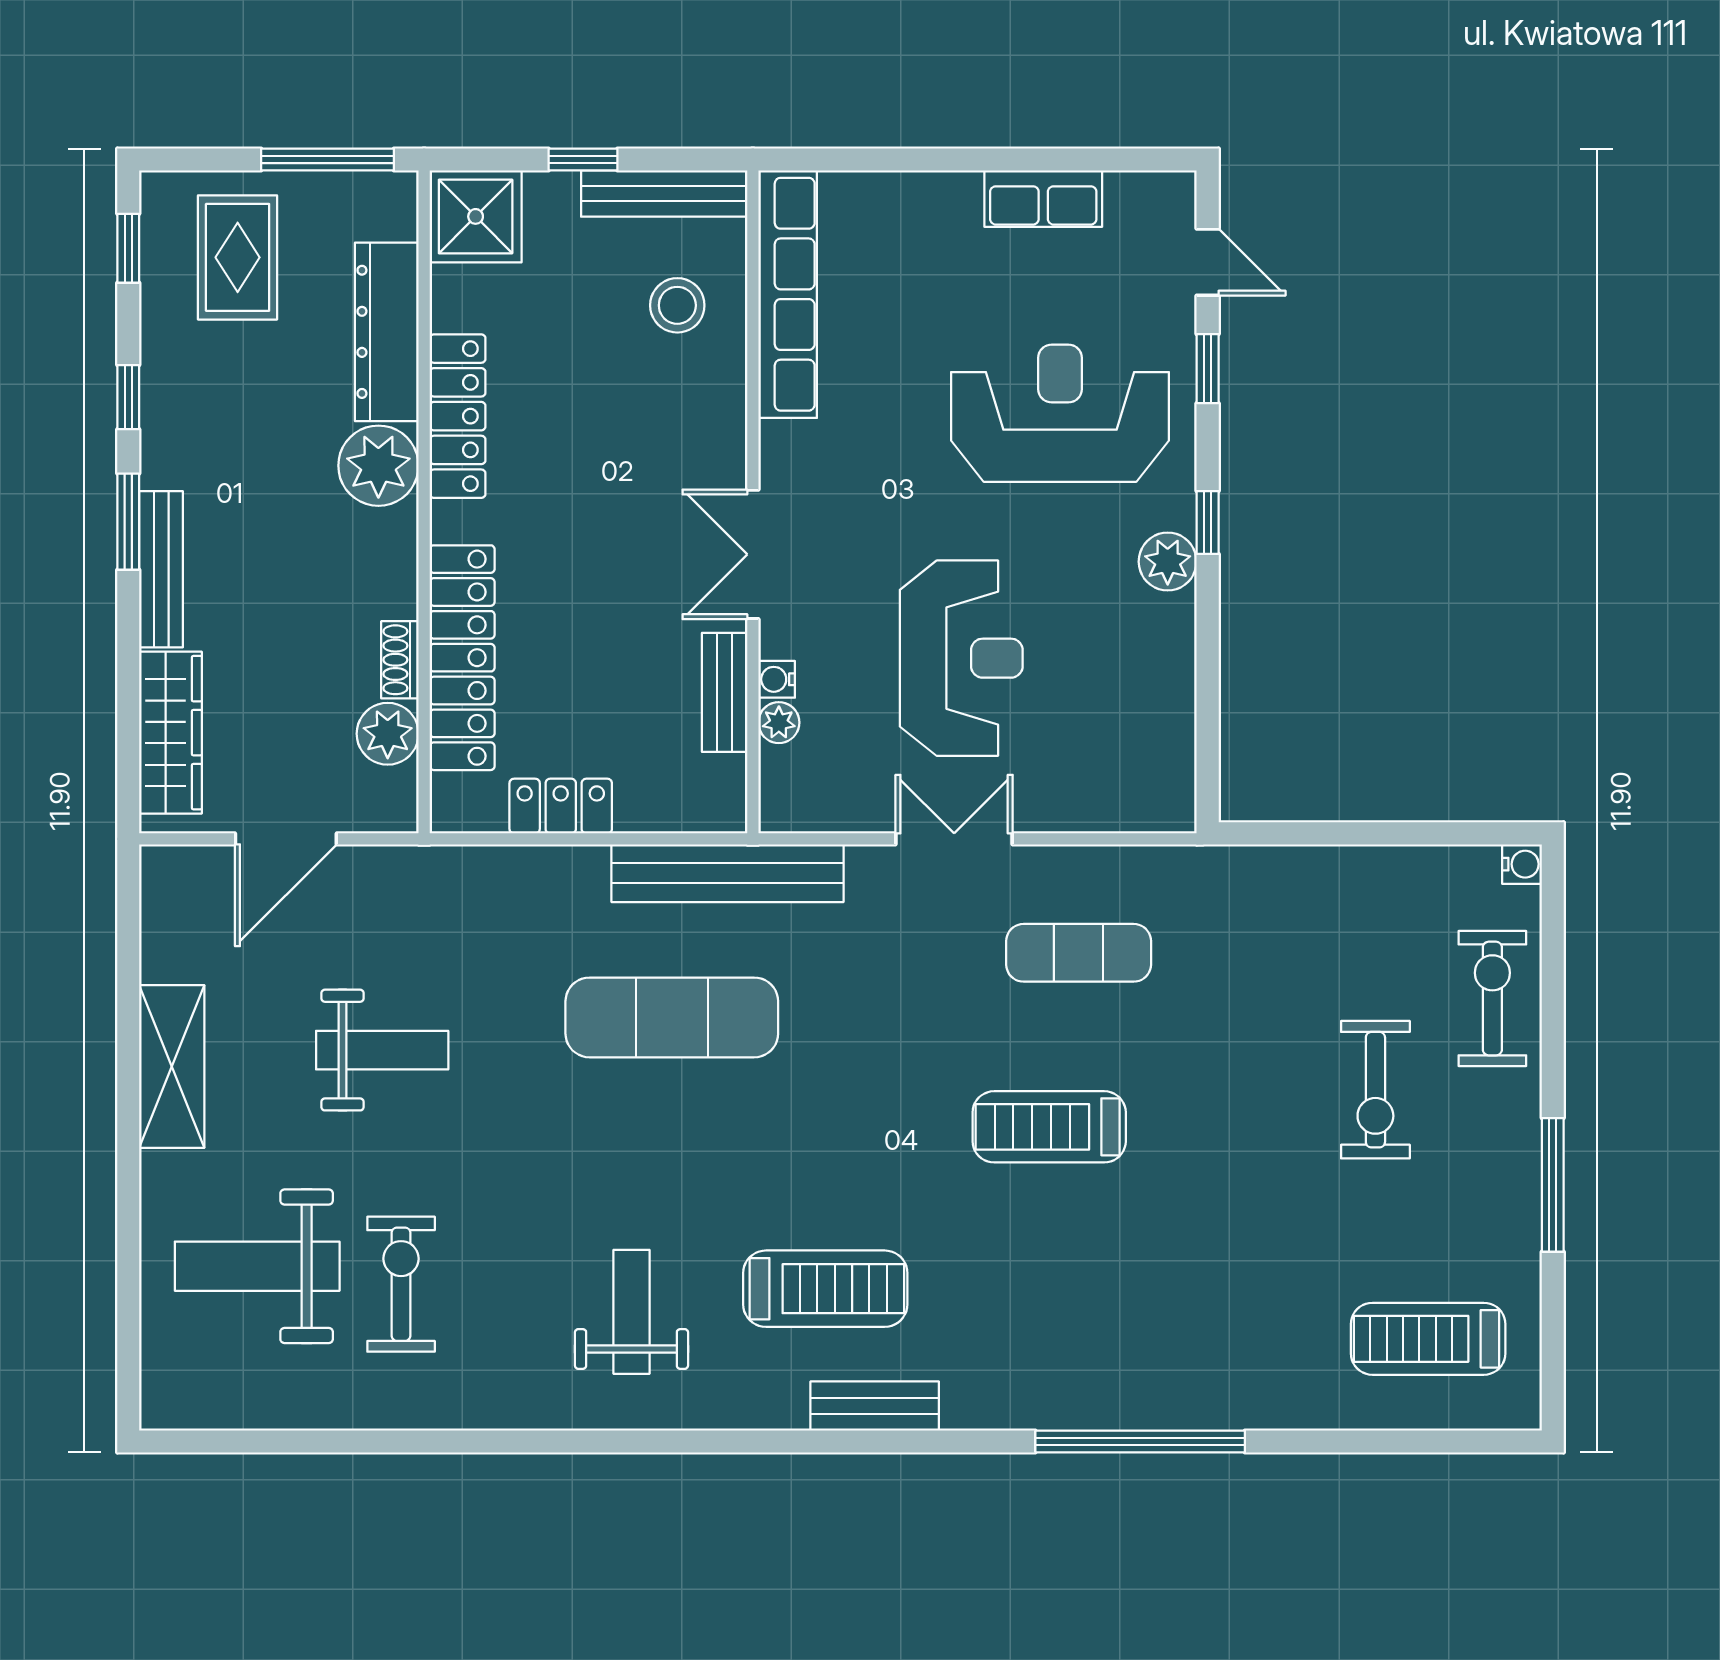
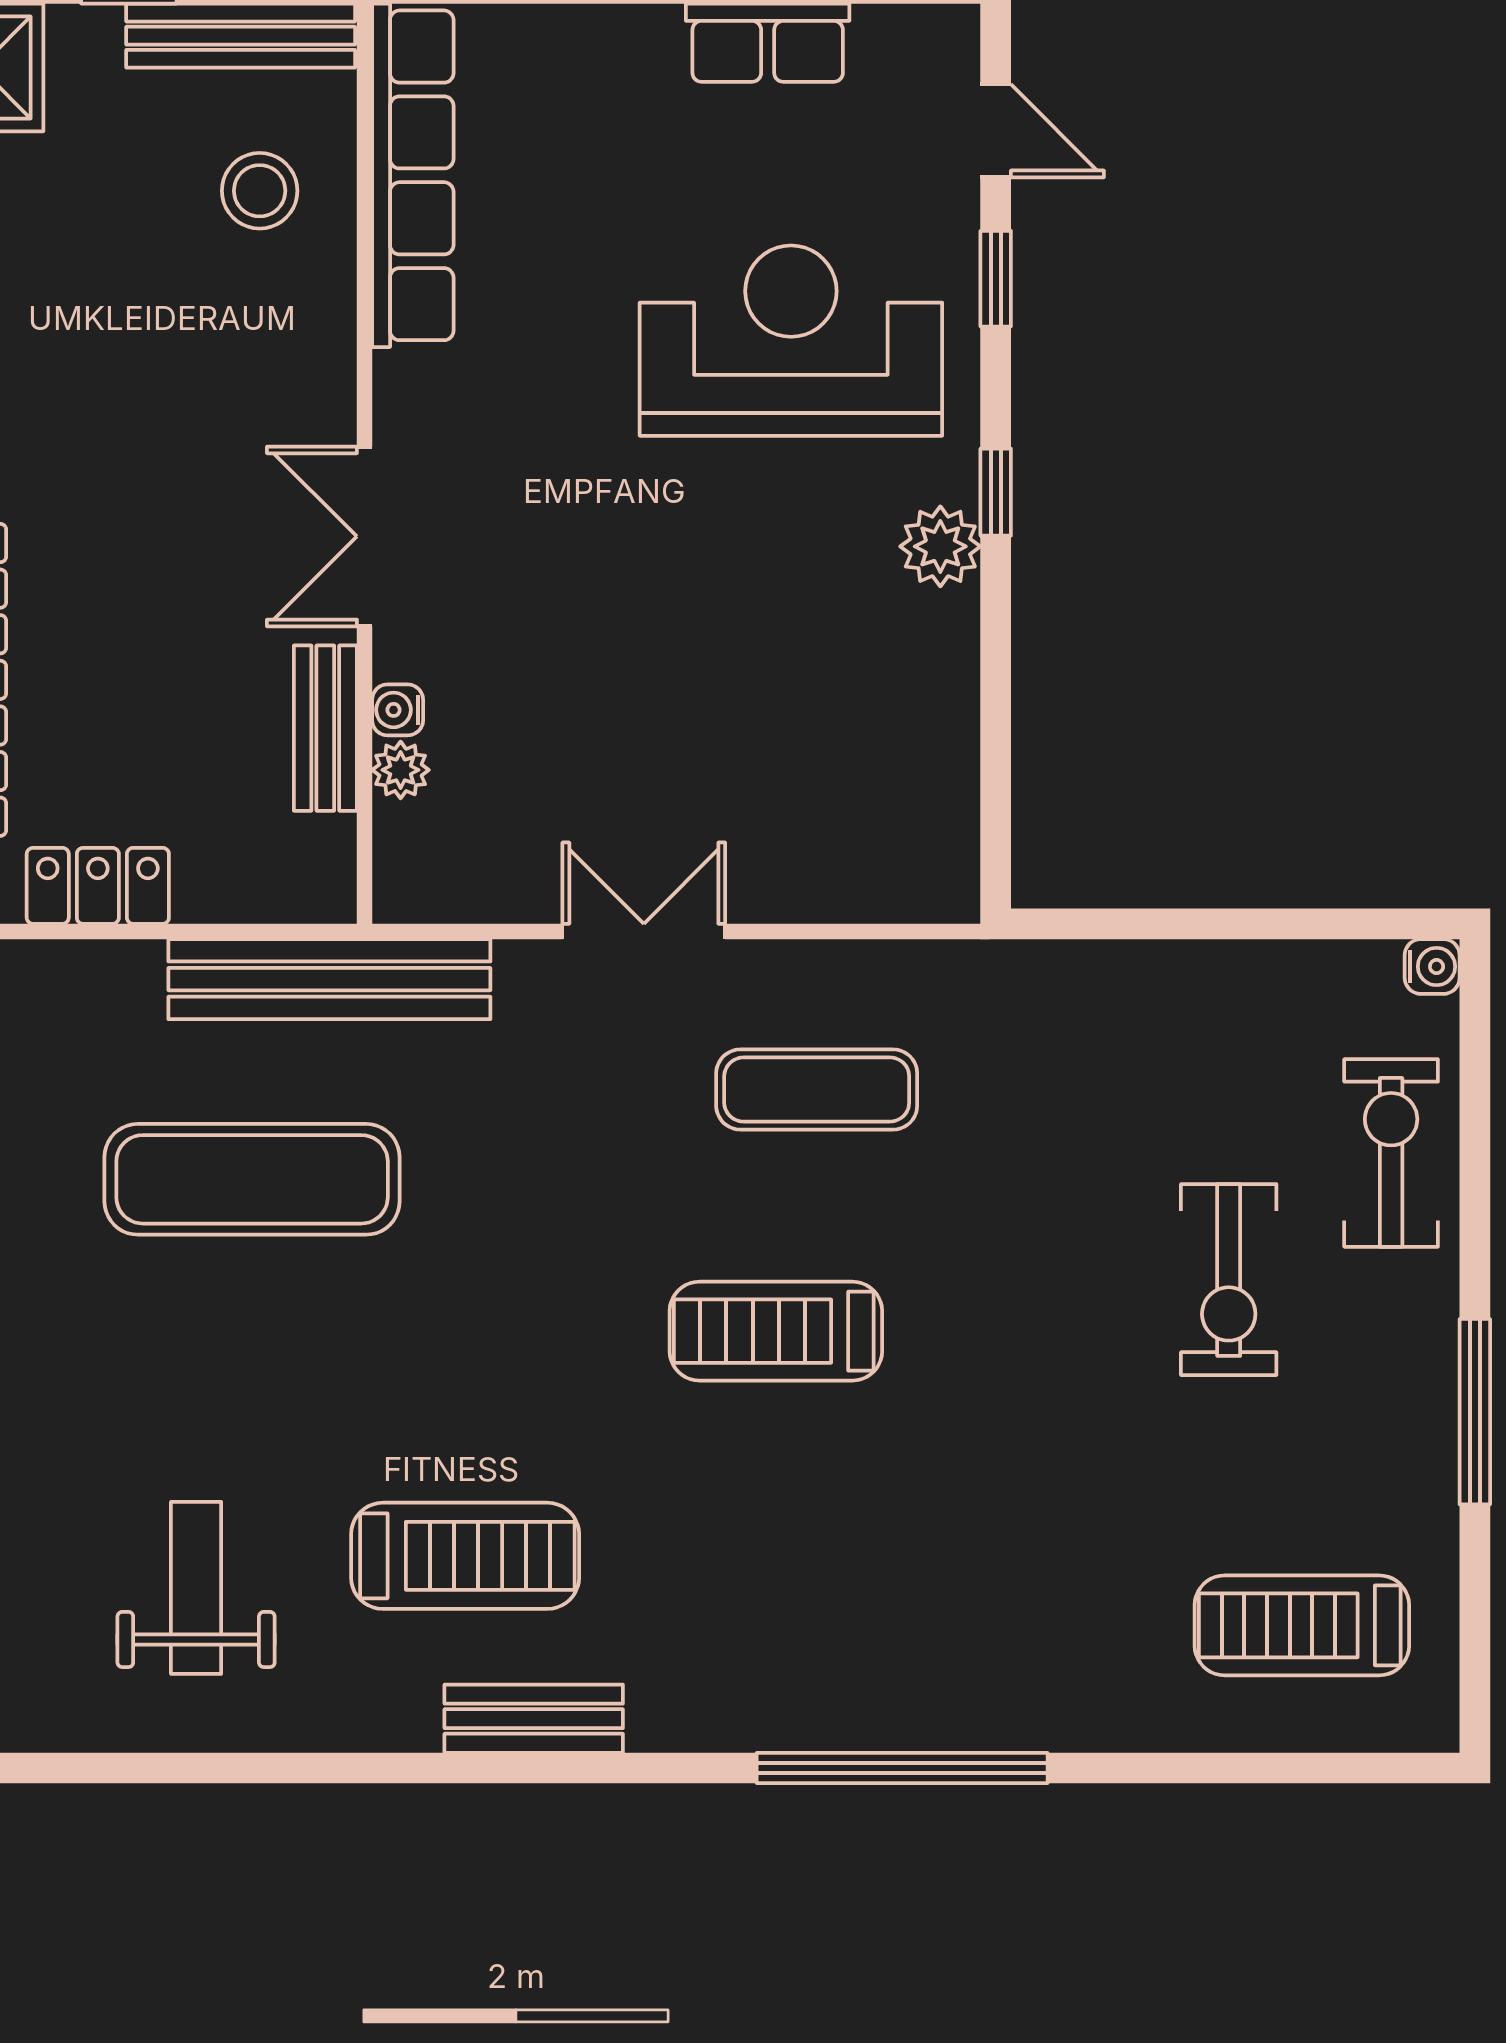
reception desk: (961, 658) -> (654, 681), removed

